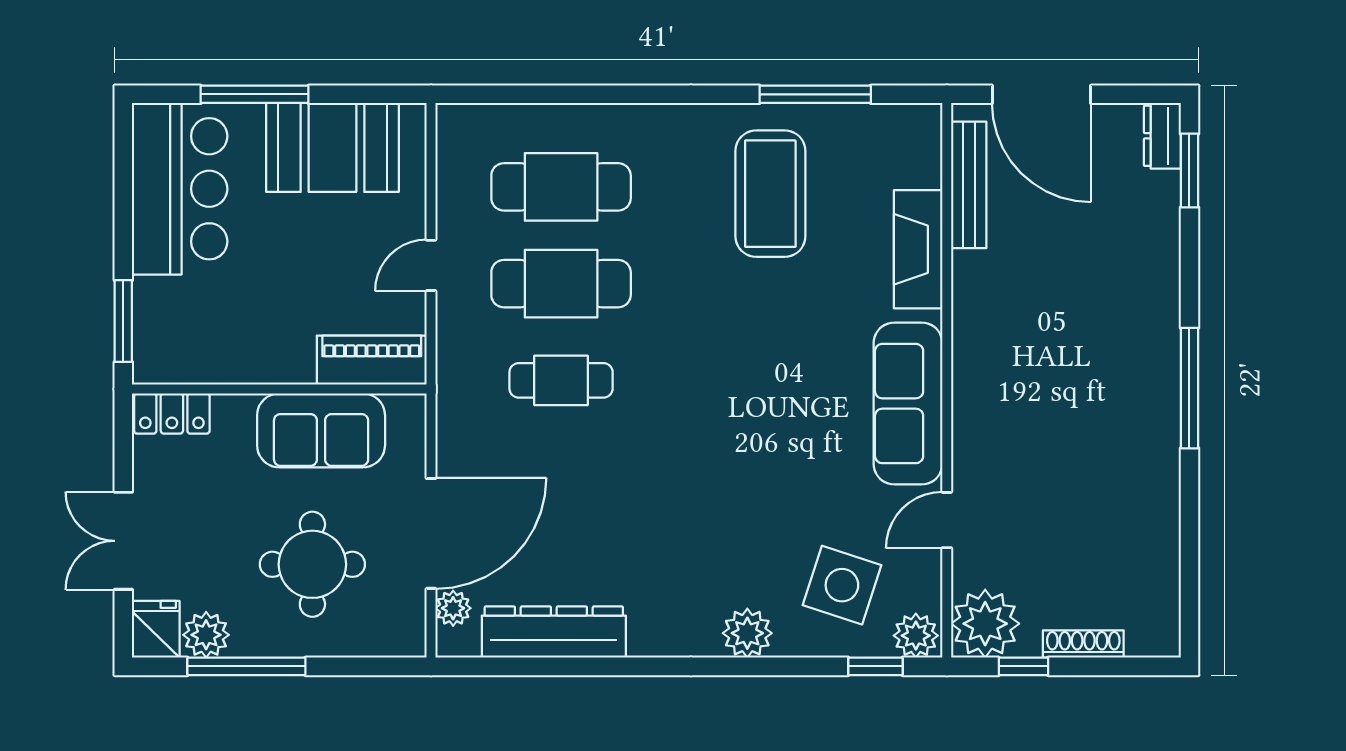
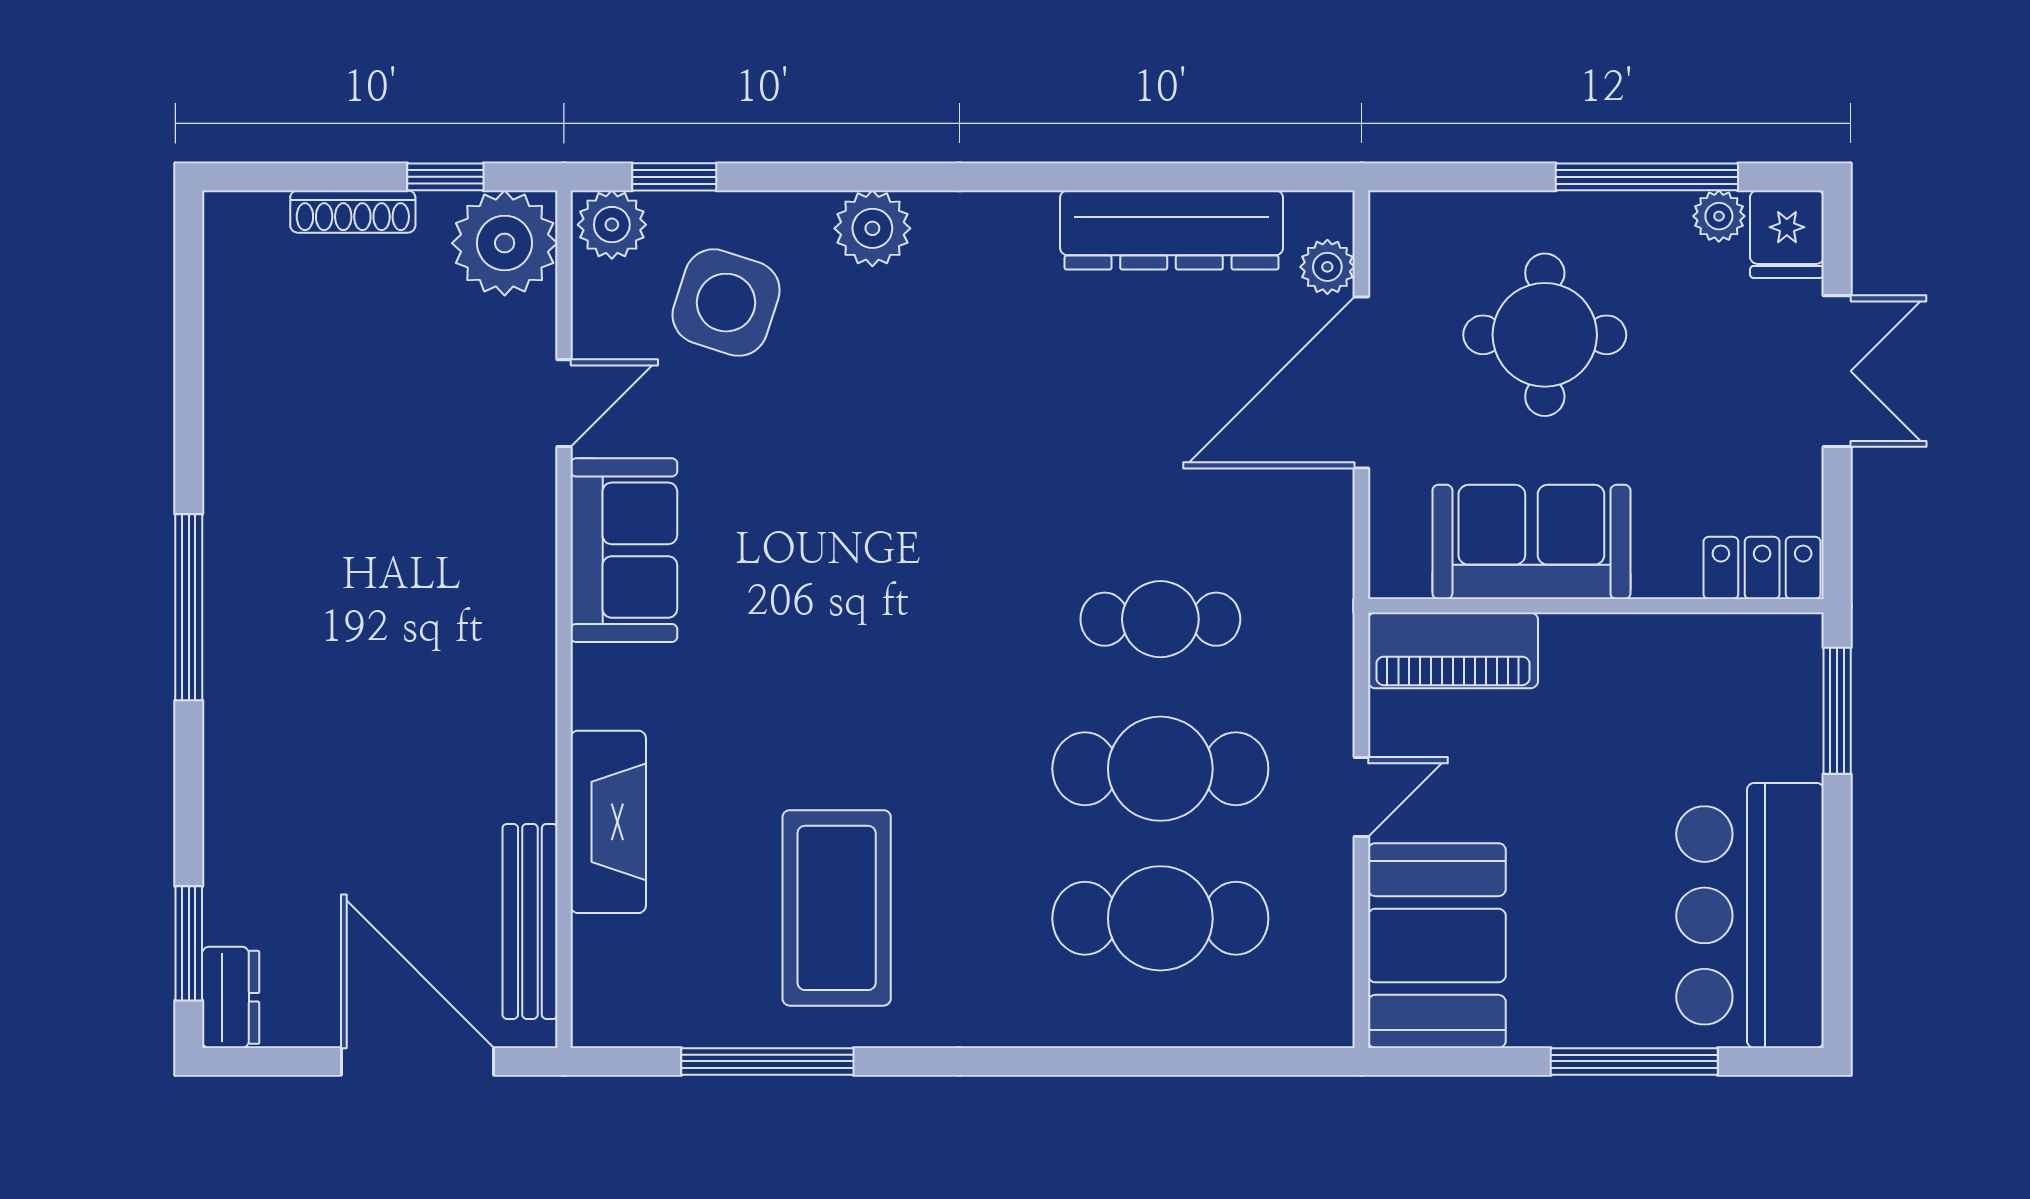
booth: (332, 147) -> (1437, 946), moved, turned 90
sofa: (908, 404) -> (624, 550), width x0.73
plant: (206, 635) -> (1719, 216), width x0.73, depth x0.73

